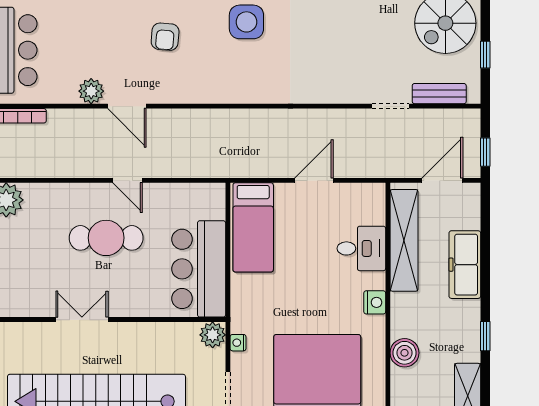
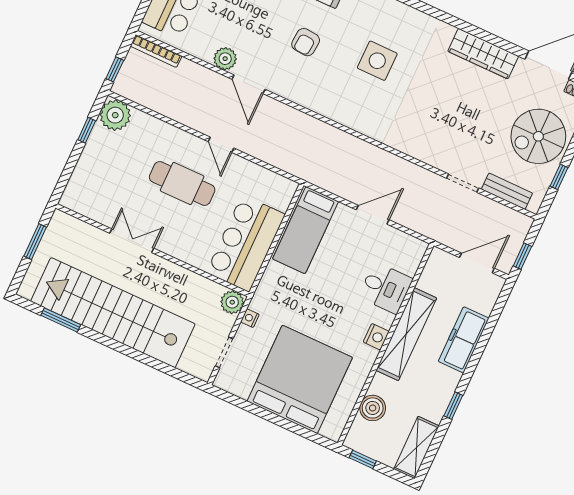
shelving: (404, 240) -> (406, 334), moved
boiler: (405, 353) -> (373, 408), moved

